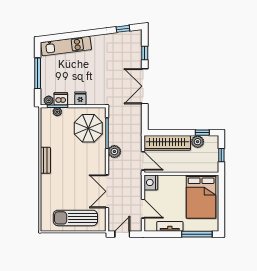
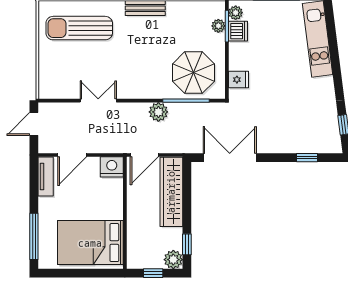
double door: (145, 86) -> (230, 158), moved
fridge: (80, 98) -> (238, 80), moved
plant: (198, 142) -> (173, 260), moved
double door: (107, 191) -> (98, 101), width x0.73
sun lounger: (75, 218) -> (79, 28), moved, turned -90
tv unit: (170, 226) -> (46, 176), moved
door: (122, 234) -> (34, 124), swing flipped

